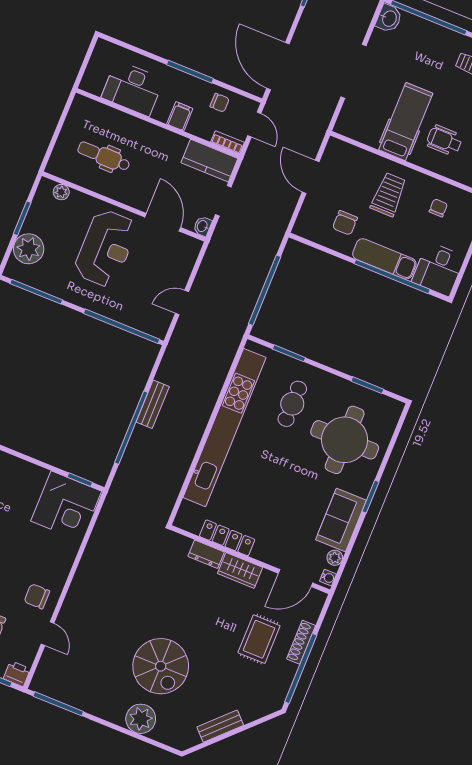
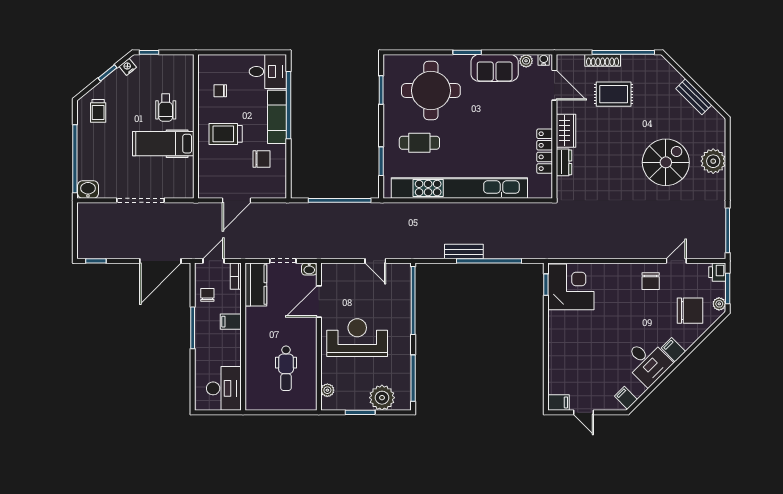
desk: (133, 88) -> (224, 388), moved

